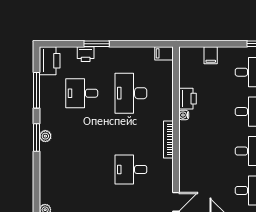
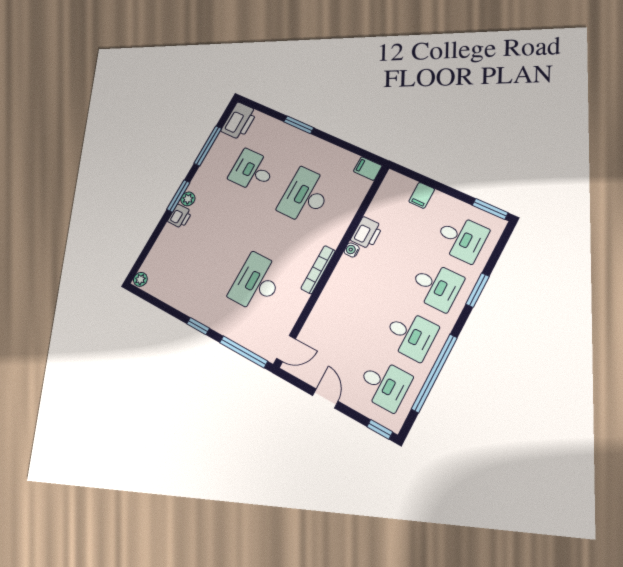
printer: (86, 54) -> (180, 216), moved, turned -90
desk: (131, 169) -> (256, 283), width x1.37

